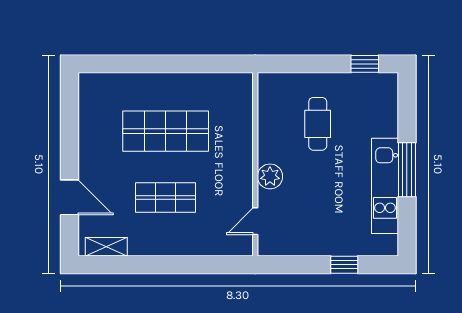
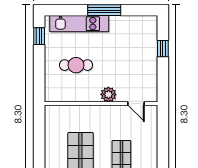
kitchen unit: (385, 186) -> (79, 24), moved

